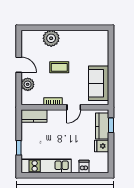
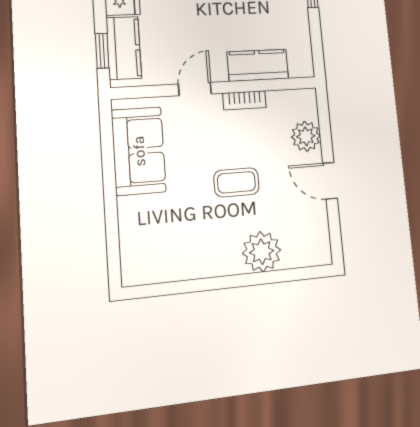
kitchen counter: (34, 116) -> (258, 65), moved

